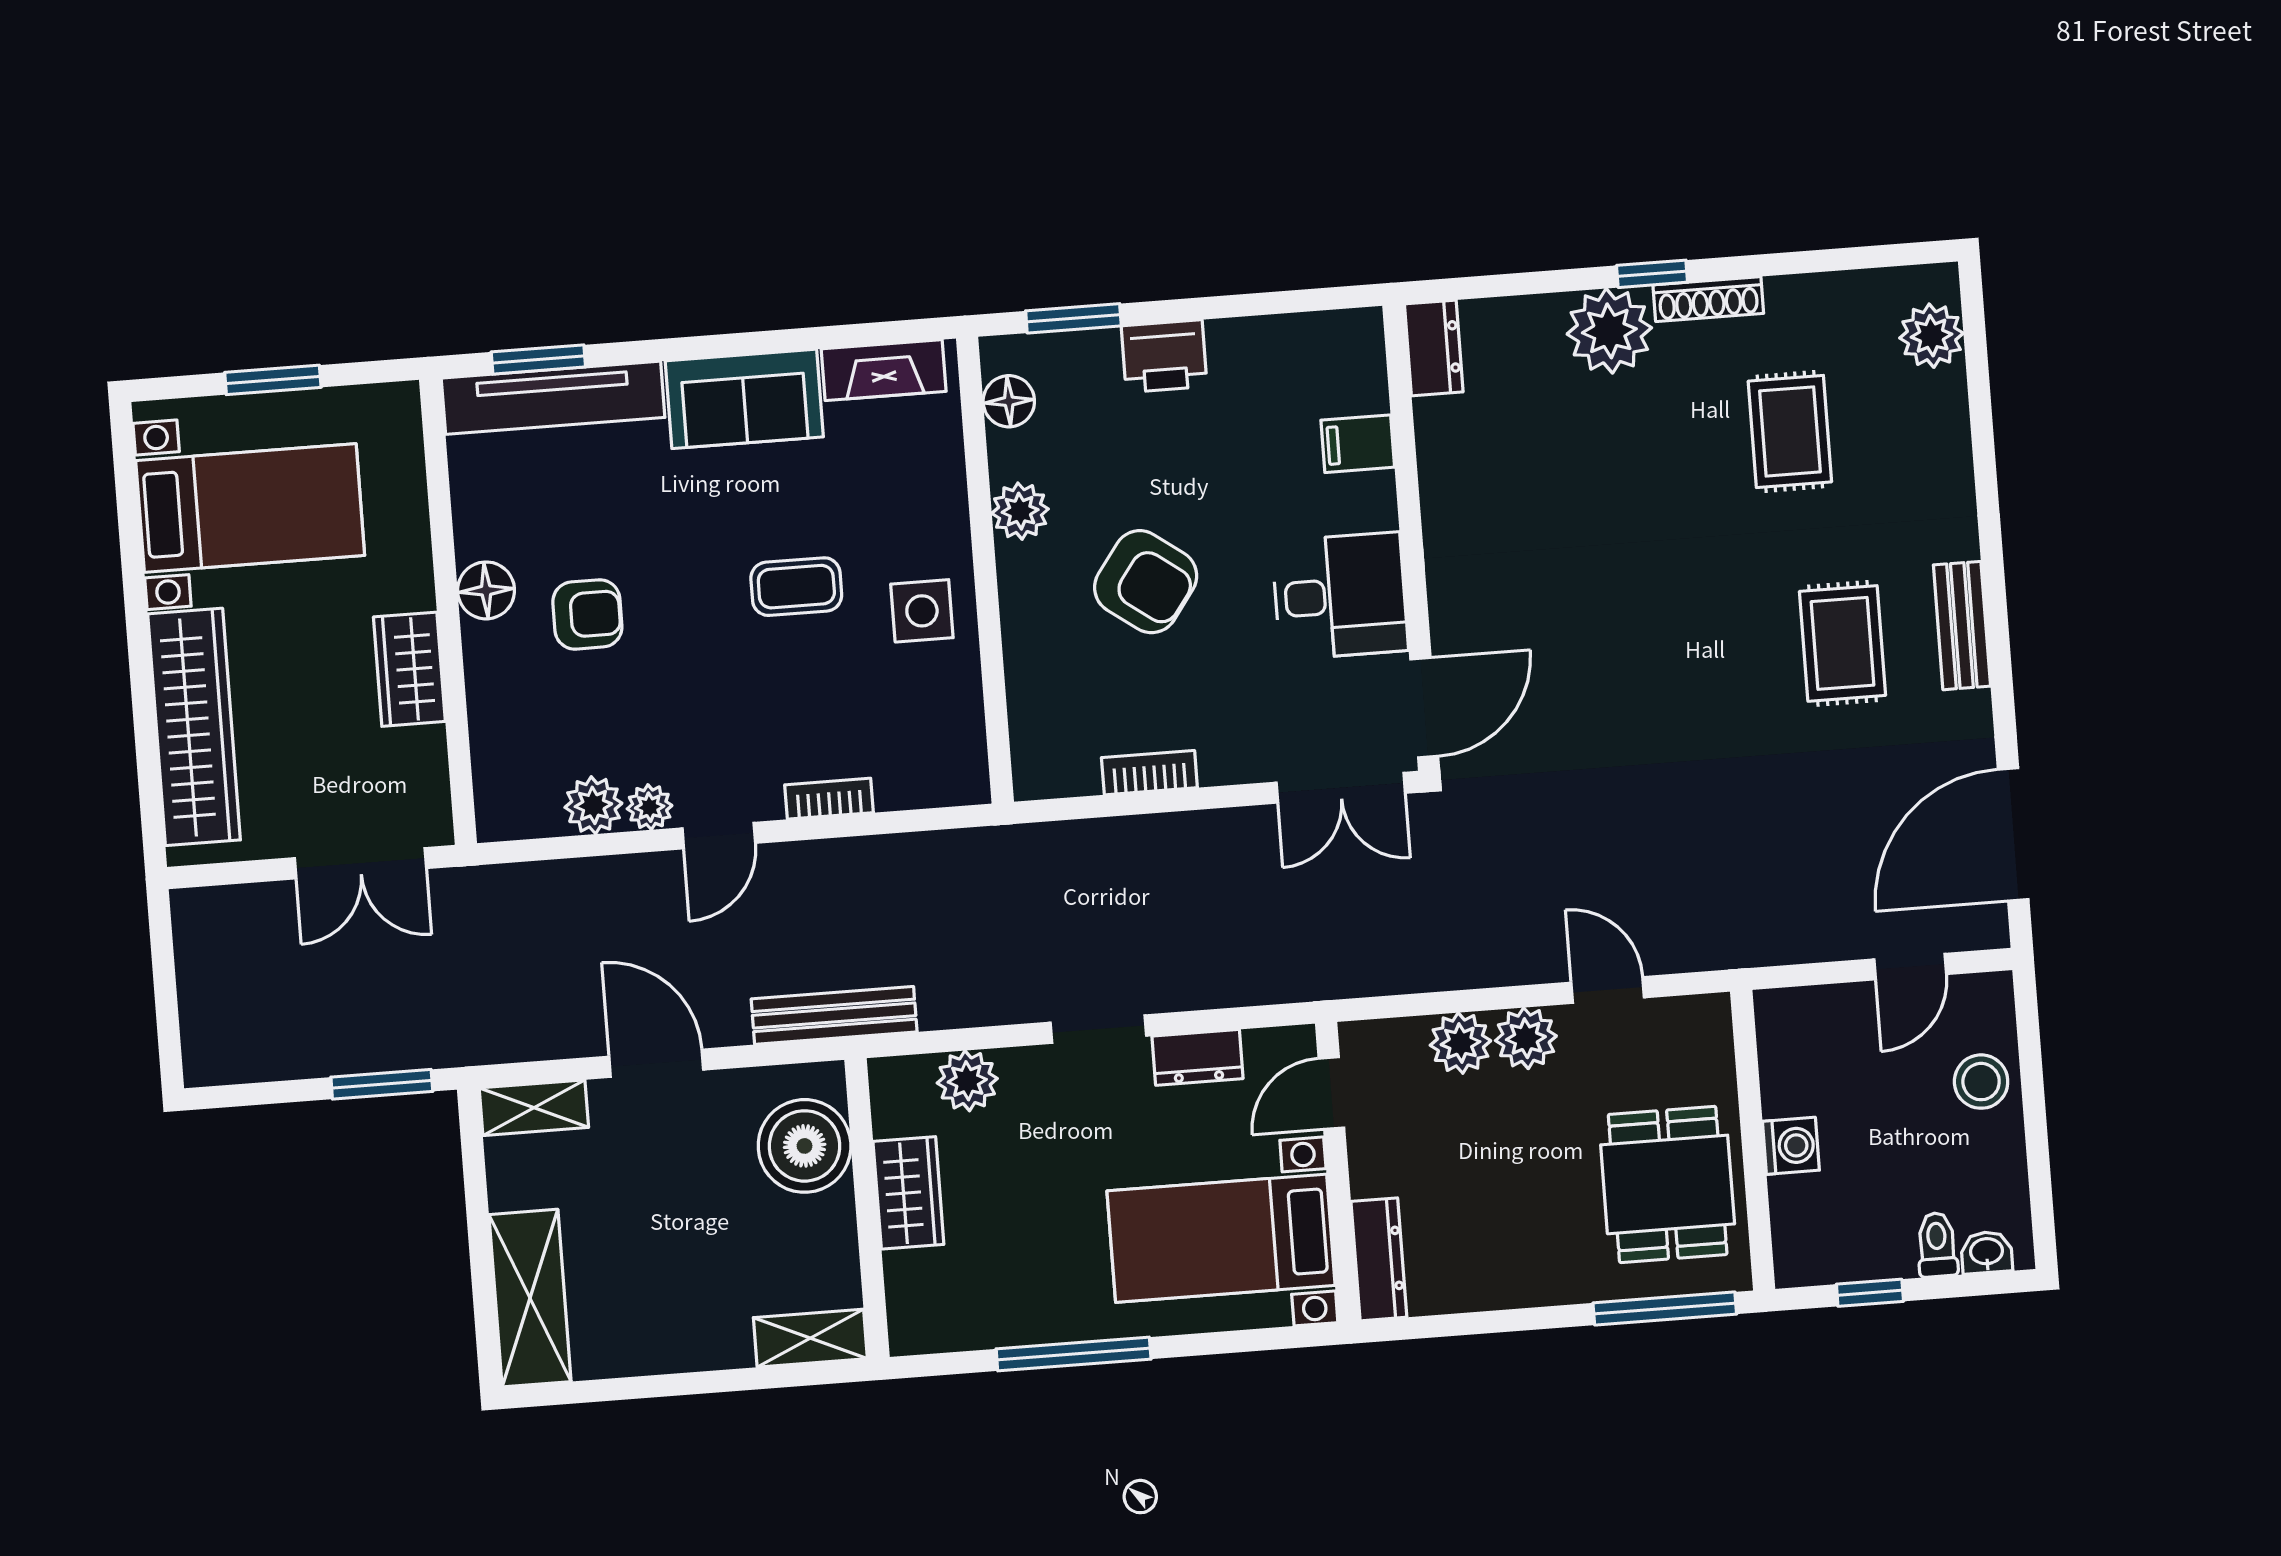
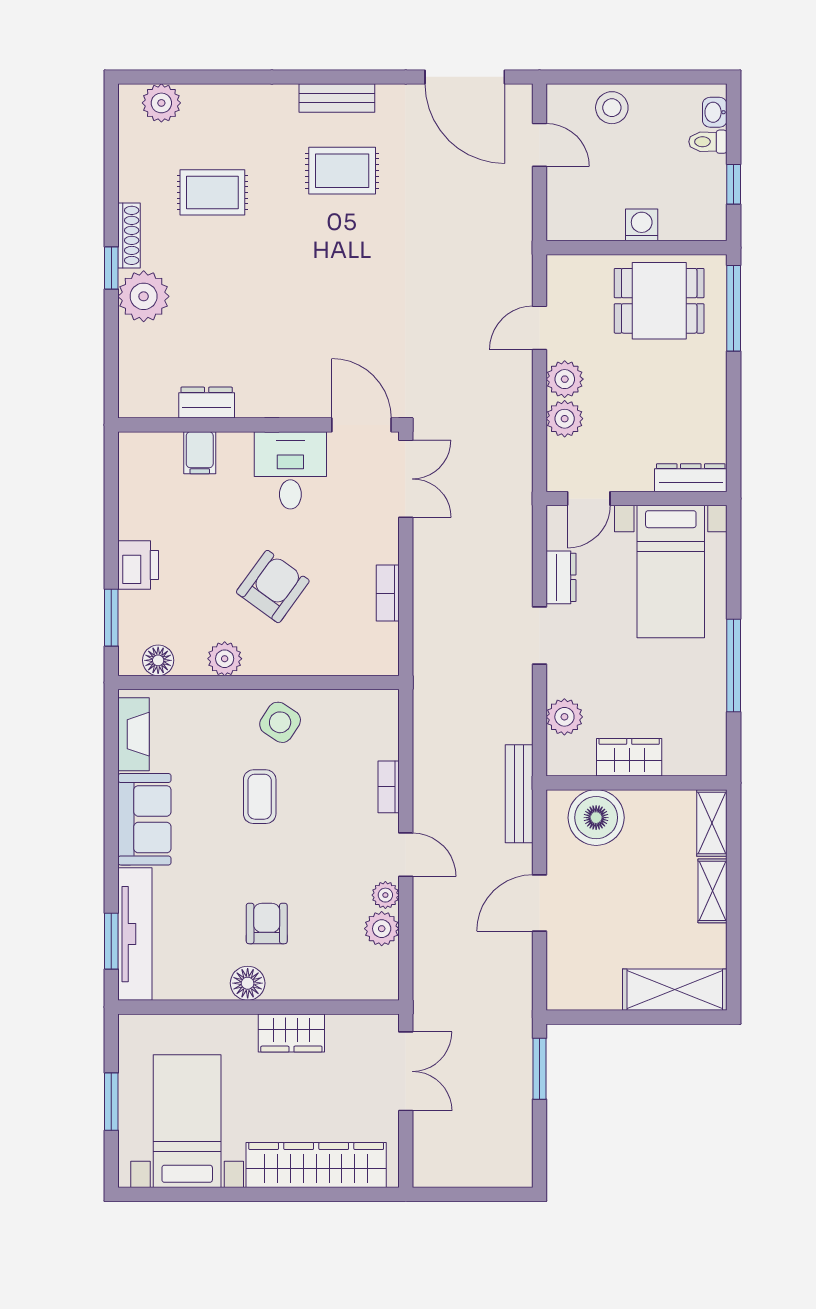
dresser: (1434, 348) -> (207, 403), moved
side table: (922, 611) -> (280, 722), turned 33
door: (1331, 1093) -> (589, 499), hinge flipped
shelving: (534, 1108) -> (712, 891), moved

